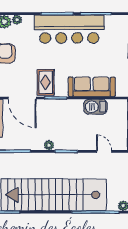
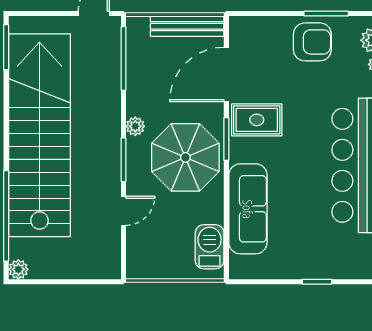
barbecue: (95, 107) -> (210, 247), moved
parasol: (65, 119) -> (185, 157), added
door: (104, 151) -> (123, 211), moved

